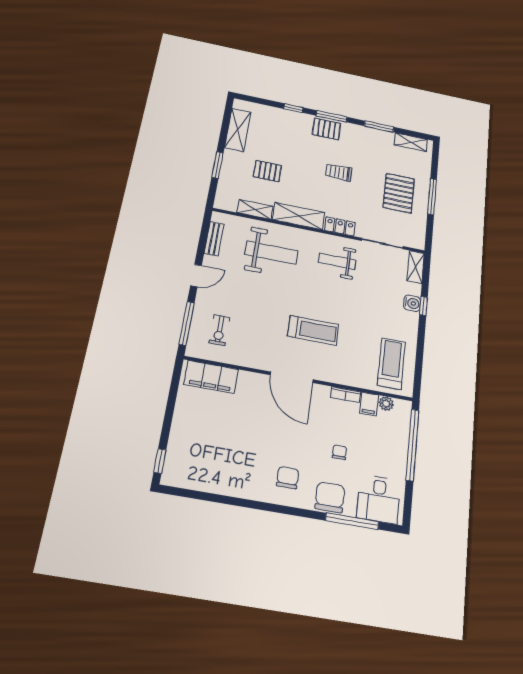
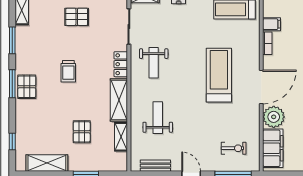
window: (293, 108) -> (12, 141), moved
pallet: (399, 193) -> (77, 17), width x0.67, depth x0.71
weight bench: (271, 253) -> (158, 118), width x0.73, depth x0.75
treadmill: (313, 330) -> (219, 75), width x1.37, depth x1.38
plant: (386, 404) -> (274, 117), moved, width x1.87, depth x1.87

